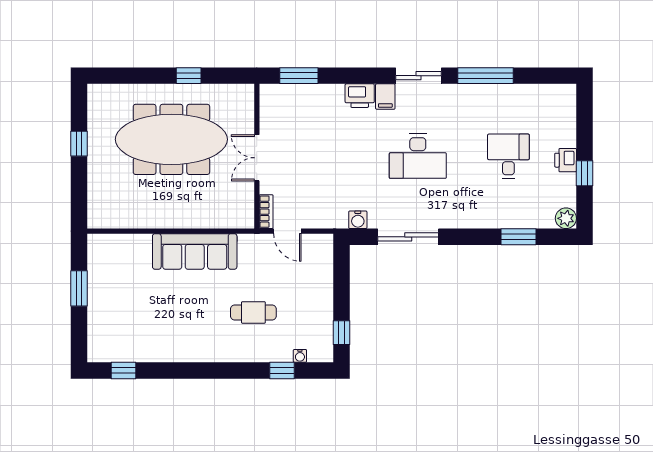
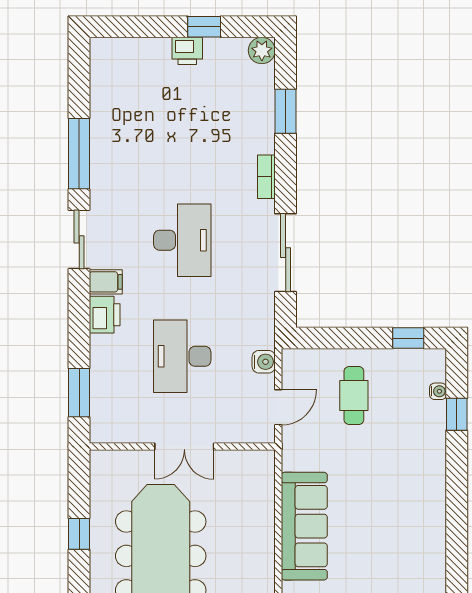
desk: (508, 156) -> (182, 356), moved, width x1.37
bookcase: (266, 212) -> (266, 177), moved, turned -90
water cooler: (358, 220) -> (264, 362), moved
cafe table: (253, 312) -> (354, 395), moved

